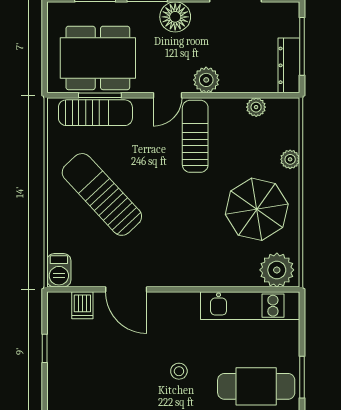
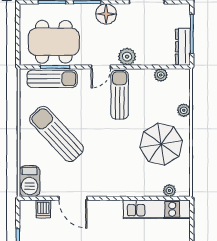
barbecue: (59, 270) -> (30, 181), width x1.38, depth x1.27
plant: (277, 270) -> (169, 191), width x0.53, depth x0.53

